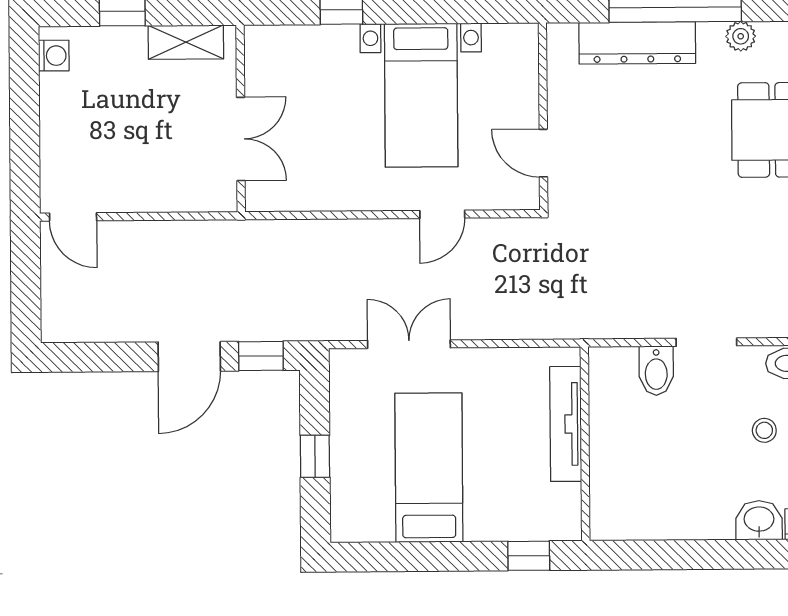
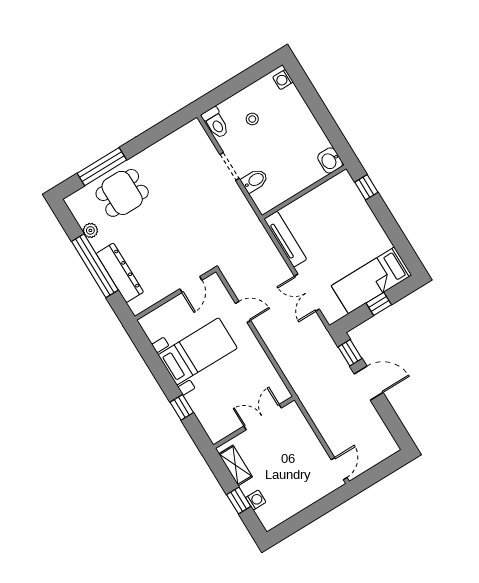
washing machine: (54, 56) -> (256, 500), moved, turned 90
tv unit: (566, 424) -> (285, 239), moved, turned -90
bed: (429, 468) -> (372, 280), moved
washbasin: (759, 520) -> (330, 160), moved

